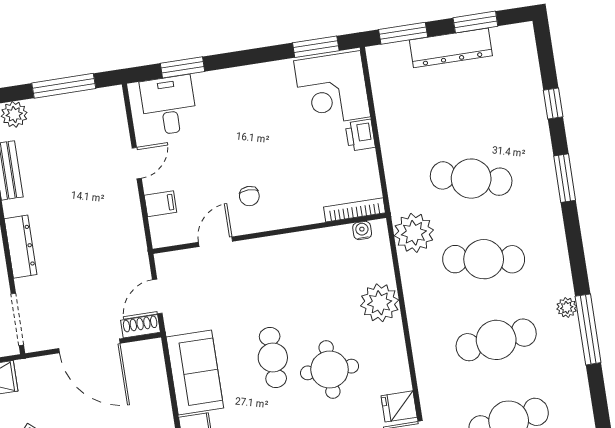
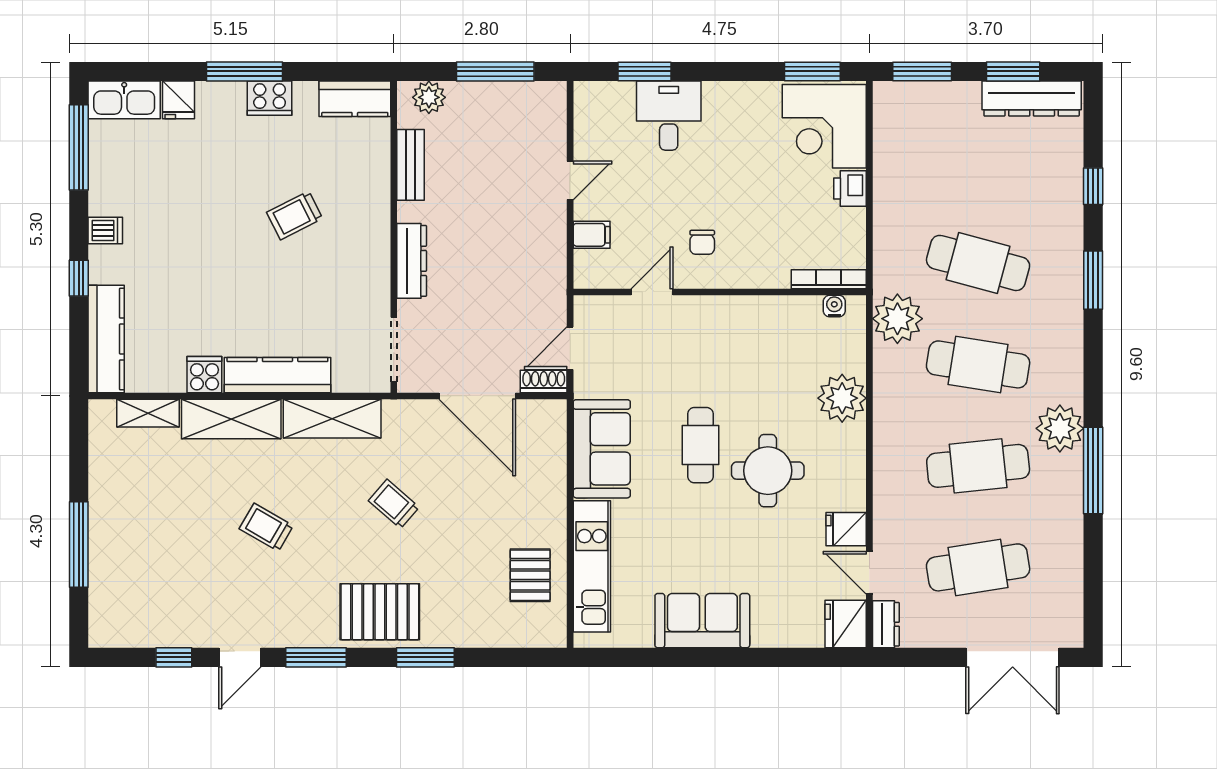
dresser: (451, 48) -> (1032, 99), moved
desk: (169, 105) -> (669, 116), moved
plant: (567, 308) -> (1060, 428), width x1.87, depth x1.87

